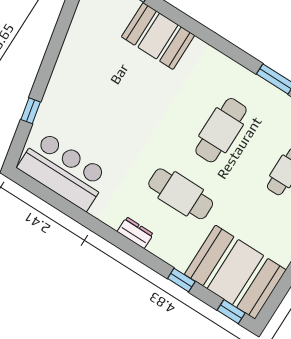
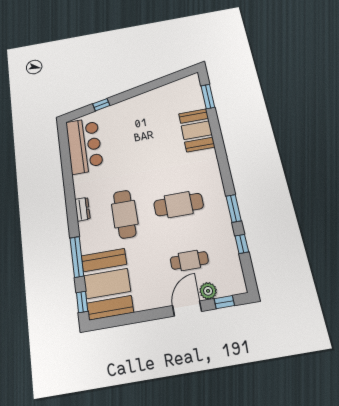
window: (181, 280) -> (77, 257), width x2.17

